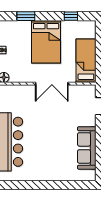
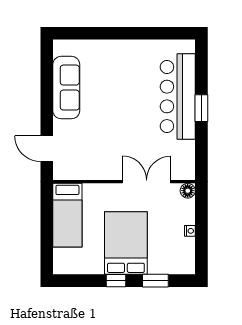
window: (71, 16) -> (116, 281), moved
double door: (52, 84) -> (147, 182), moved

